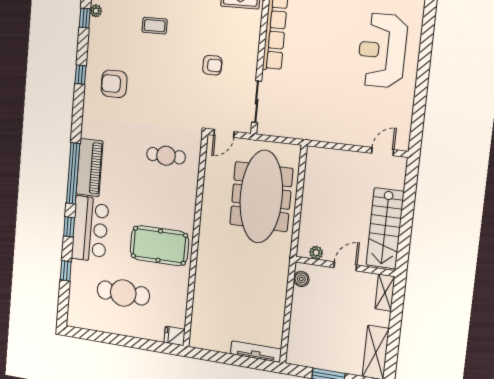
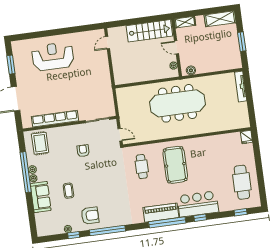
reception desk: (382, 50) -> (53, 56), turned 180
window: (81, 75) -> (107, 230), width x3.17
armchair: (114, 84) -> (90, 216), moved, turned -90
door: (383, 151) -> (107, 43), hinge flipped
meeting table: (261, 197) -> (177, 103), moved
pool table: (159, 246) -> (175, 165), moved
window: (66, 271) -> (241, 212), moved
cafe table: (123, 293) -> (242, 182), moved

